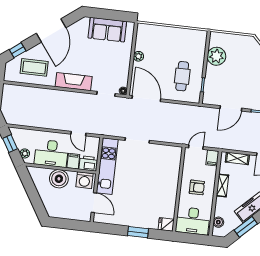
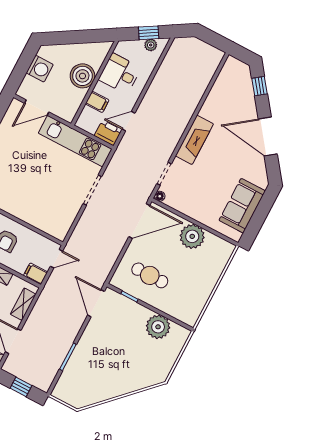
plant: (138, 56) -> (192, 236), width x1.87, depth x1.87
coffee table: (34, 67) -> (230, 98), removed
door: (231, 108) -> (96, 303), moved
door: (196, 147) -> (56, 259), hinge flipped
plant: (25, 153) -> (151, 45), moved
desk: (51, 153) -> (120, 74), width x0.73
printer: (88, 163) -> (108, 133), moved, turned -90
washing machine: (84, 180) -> (40, 69), moved, turned 180

